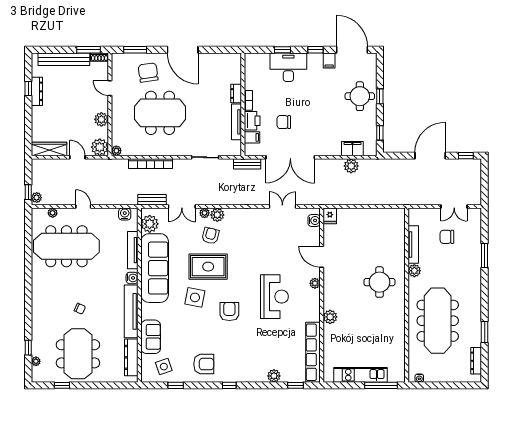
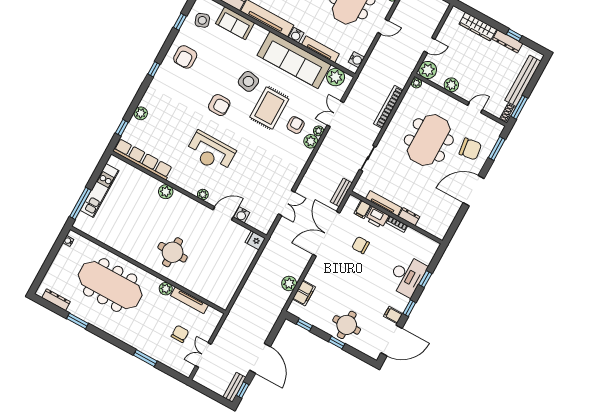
chair: (284, 122) -> (361, 245), turned -90
wardrobe: (49, 149) -> (478, 27), moved, turned 90
bench: (152, 200) -> (234, 387), moved
water cooler: (314, 220) -> (242, 215), moved
armchair: (210, 236) -> (296, 125), turned -104

